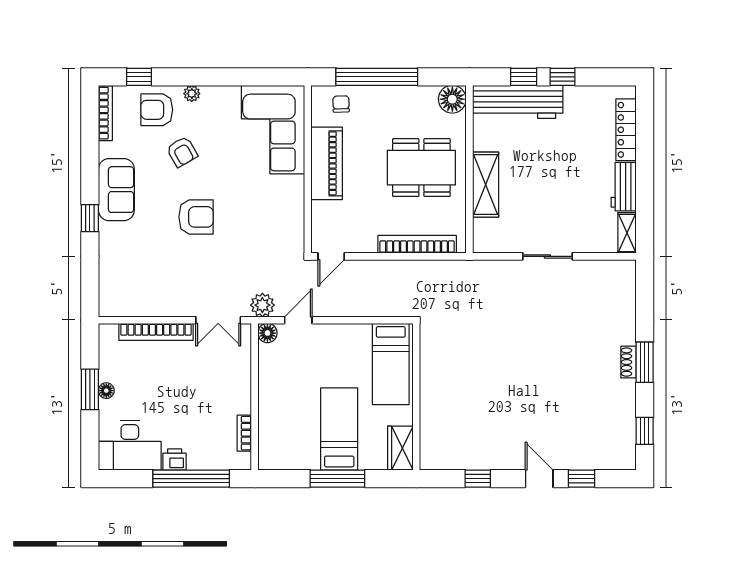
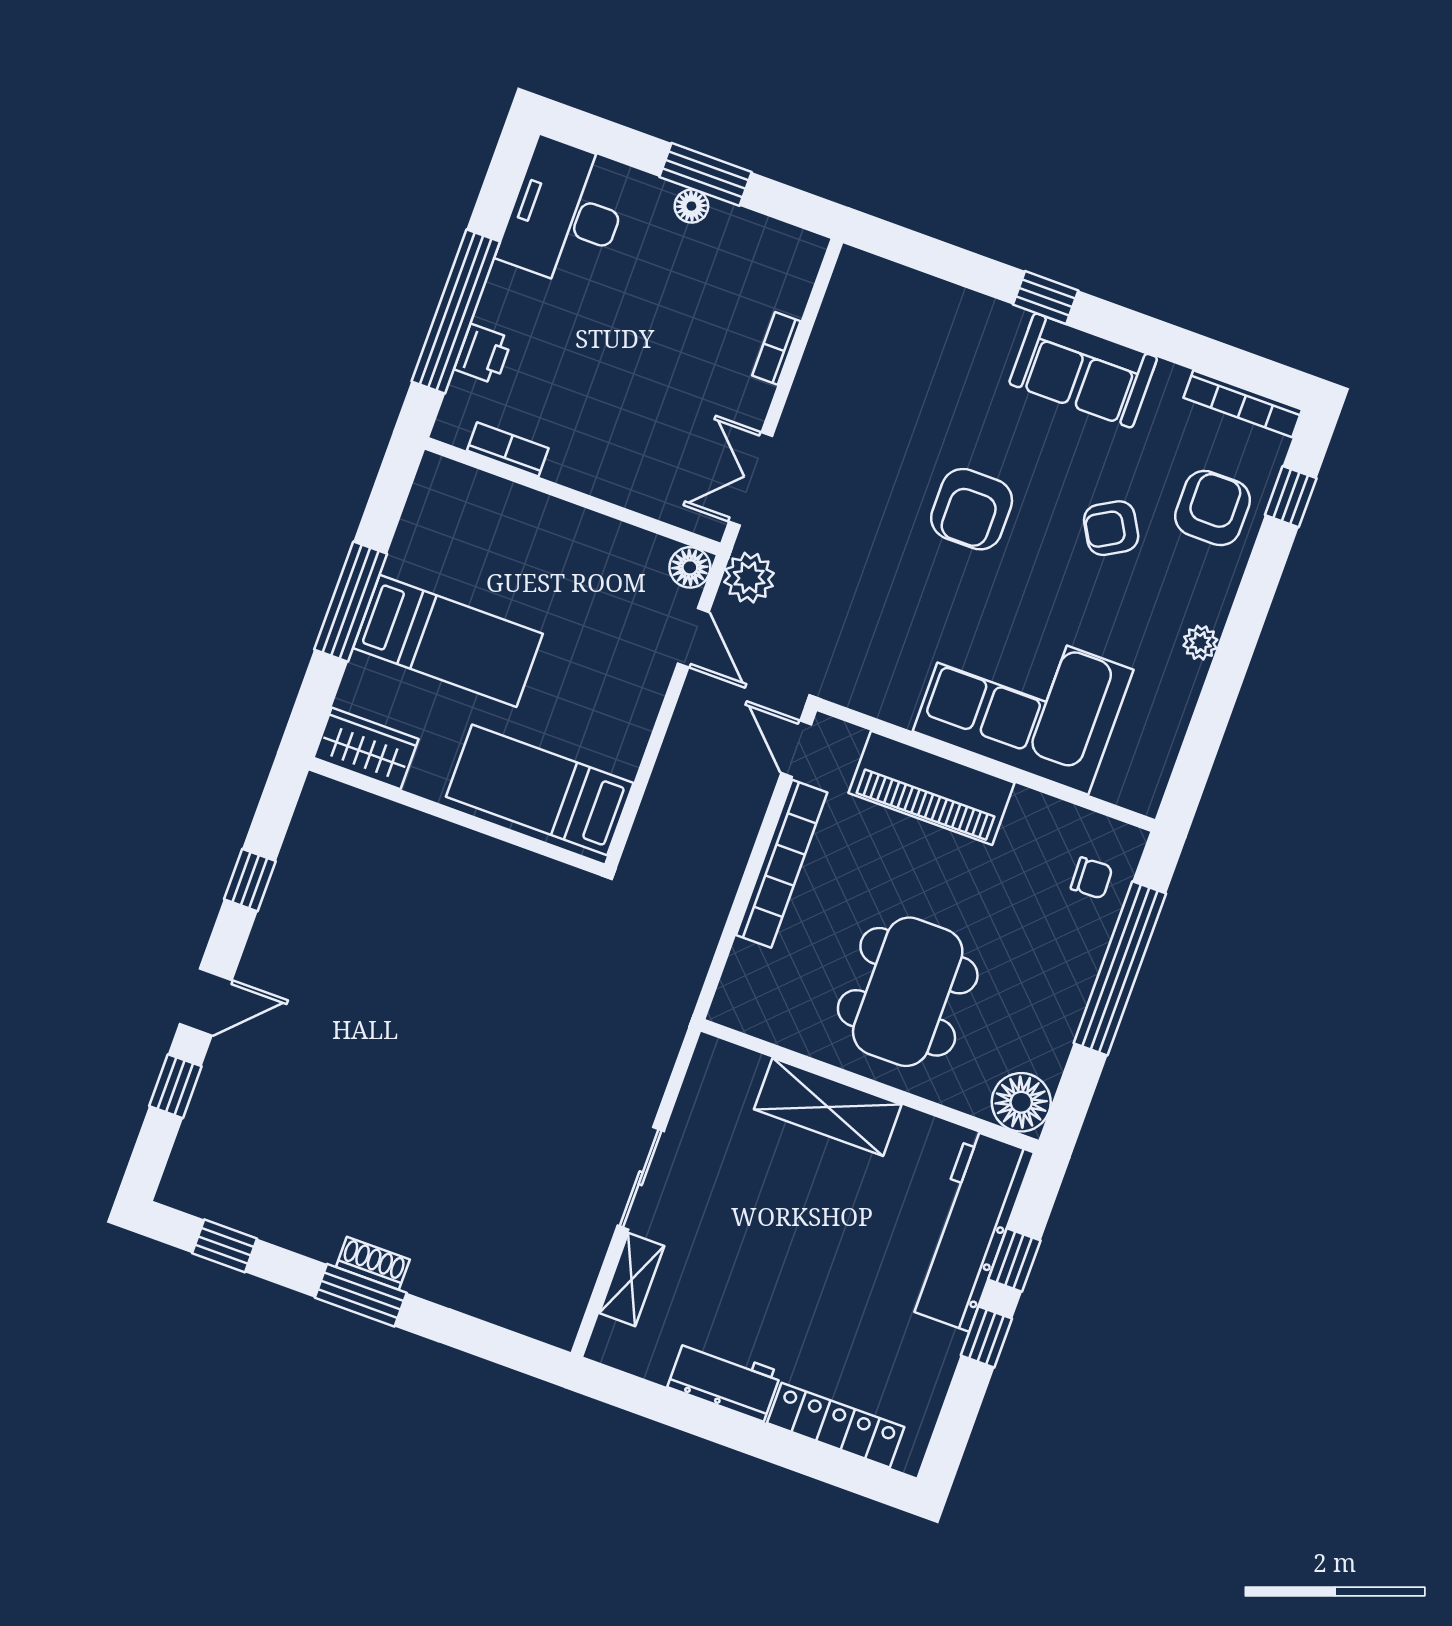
plant: (192, 94) -> (1200, 643), moved
corner sofa: (273, 130) -> (1023, 700), moved
piano: (327, 163) -> (932, 788), moved
shelving: (627, 233) -> (632, 1279), moved, turned 90
bookcase: (417, 244) -> (782, 864), moved
bookcase: (156, 332) -> (776, 348), width x0.43, depth x0.76
printer: (175, 460) -> (483, 354), moved

